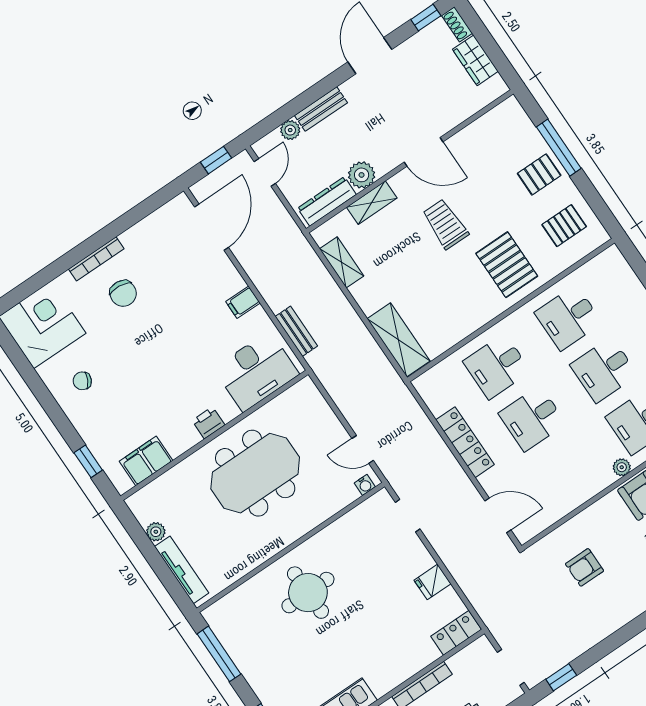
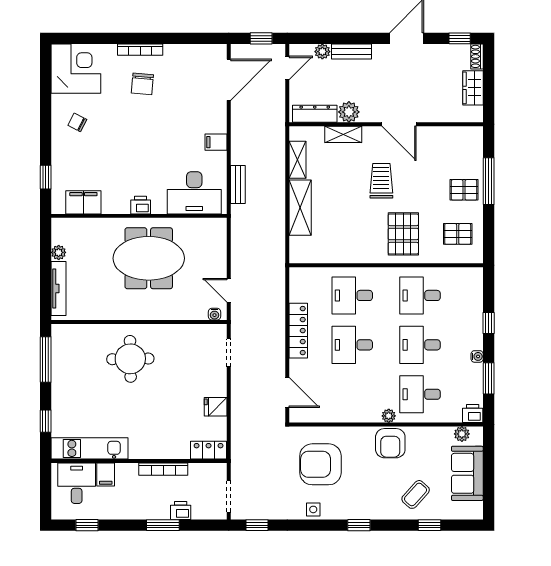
shelving: (398, 340) -> (300, 208), moved
armchair: (585, 567) -> (320, 464), width x1.88, depth x1.88
side table: (609, 620) -> (313, 509), added

